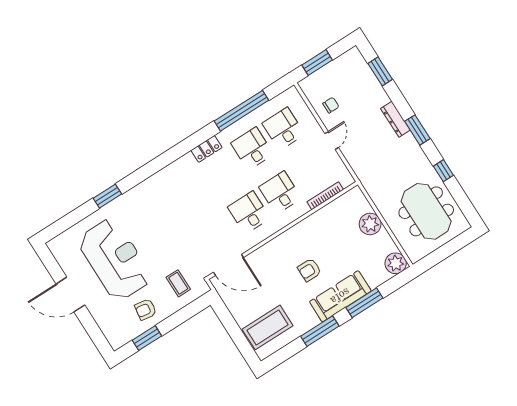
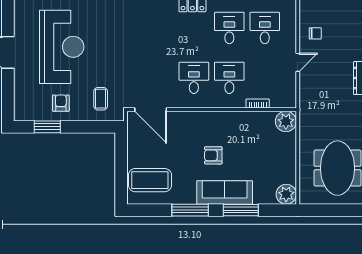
bookcase: (325, 196) -> (258, 104), width x0.64
plant: (370, 224) -> (286, 121), moved
armchair: (146, 309) -> (61, 103), turned 81

